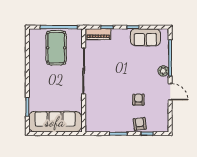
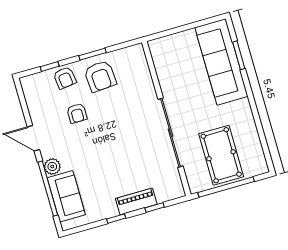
piano: (98, 34) -> (136, 201), moved
sofa: (145, 37) -> (66, 196), moved, turned 90
armchair: (117, 119) -> (100, 76), added
sofa: (55, 122) -> (221, 62), moved, turned 90

